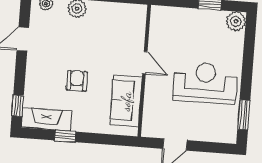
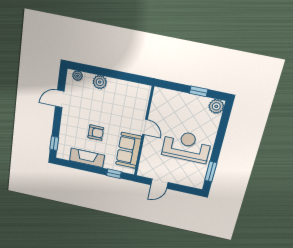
armchair: (77, 81) -> (96, 133), turned 90
fireplace: (46, 119) -> (87, 158), moved
window: (65, 136) -> (114, 174), moved

